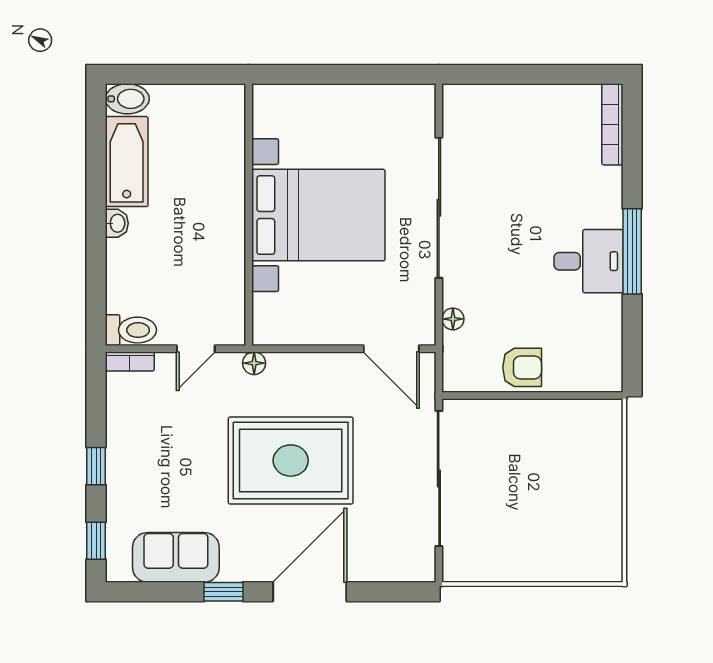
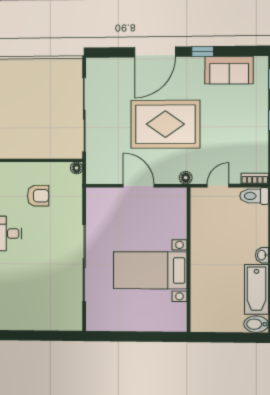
bed with nightstands: (318, 215) -> (150, 270), width x0.73
floor lamp: (453, 319) -> (77, 168), moved
door: (391, 349) -> (139, 186), moved
armchair: (522, 367) -> (38, 196), moved, turned 180

